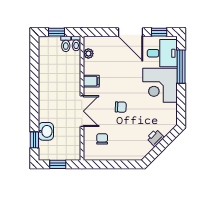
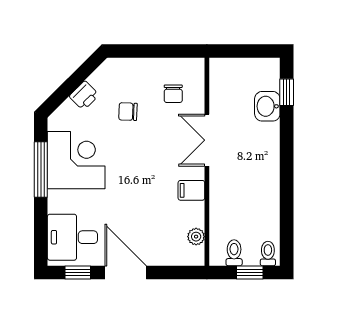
toilet: (76, 43) -> (268, 253), moved
window: (181, 67) -> (41, 169), moved
corner desk: (160, 85) -> (76, 160), moved
chair: (121, 107) -> (128, 112), moved
window: (58, 164) -> (247, 51), removed

